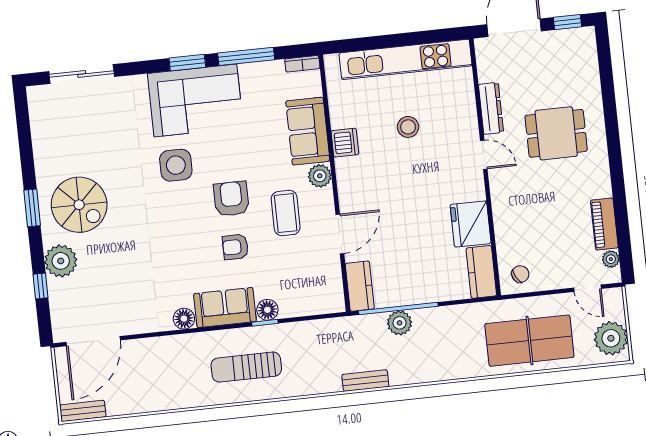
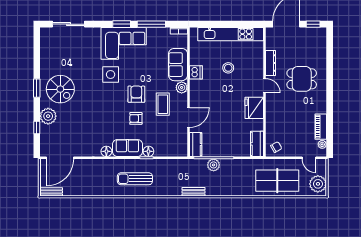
fridge: (471, 224) -> (254, 108), moved

